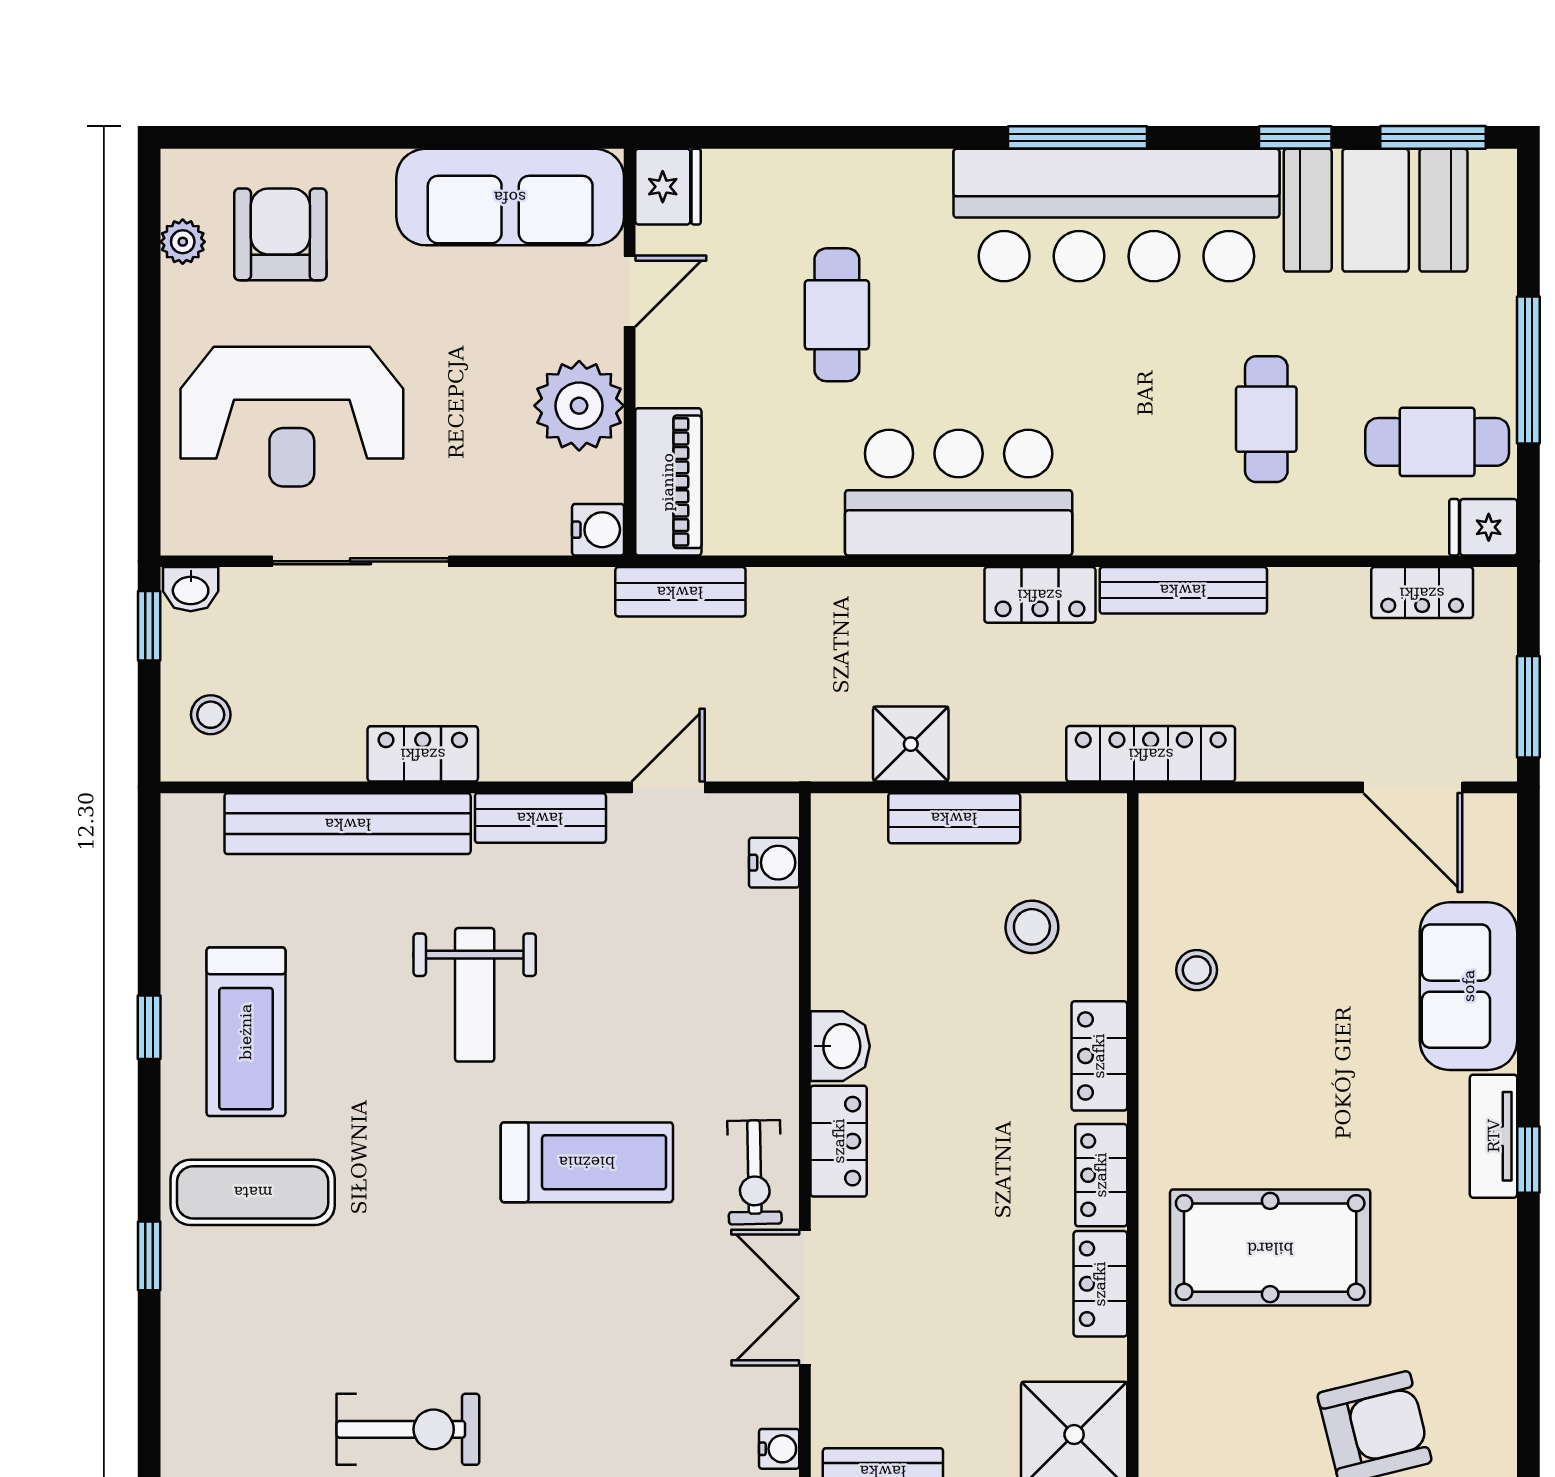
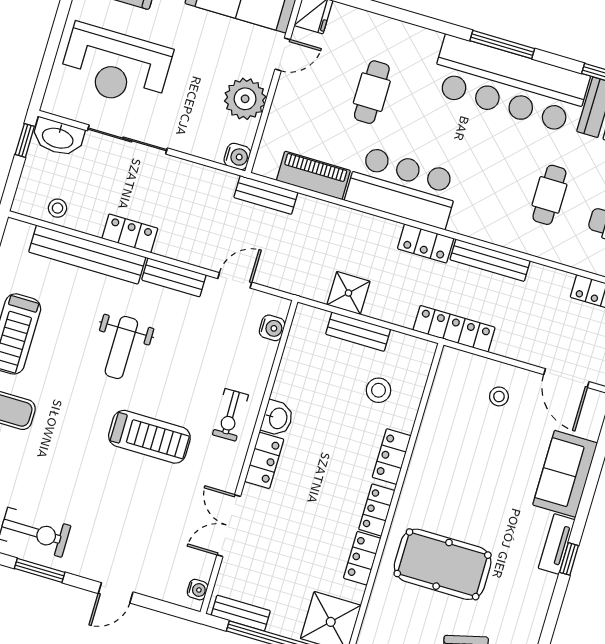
piano: (668, 482) -> (313, 175), moved, turned -90
washbasin: (191, 589) -> (58, 137), width x1.91, depth x1.45
stool: (211, 715) -> (58, 208), moved
stool: (1197, 970) -> (499, 396), moved
exercise bike: (754, 1172) -> (230, 415), moved

